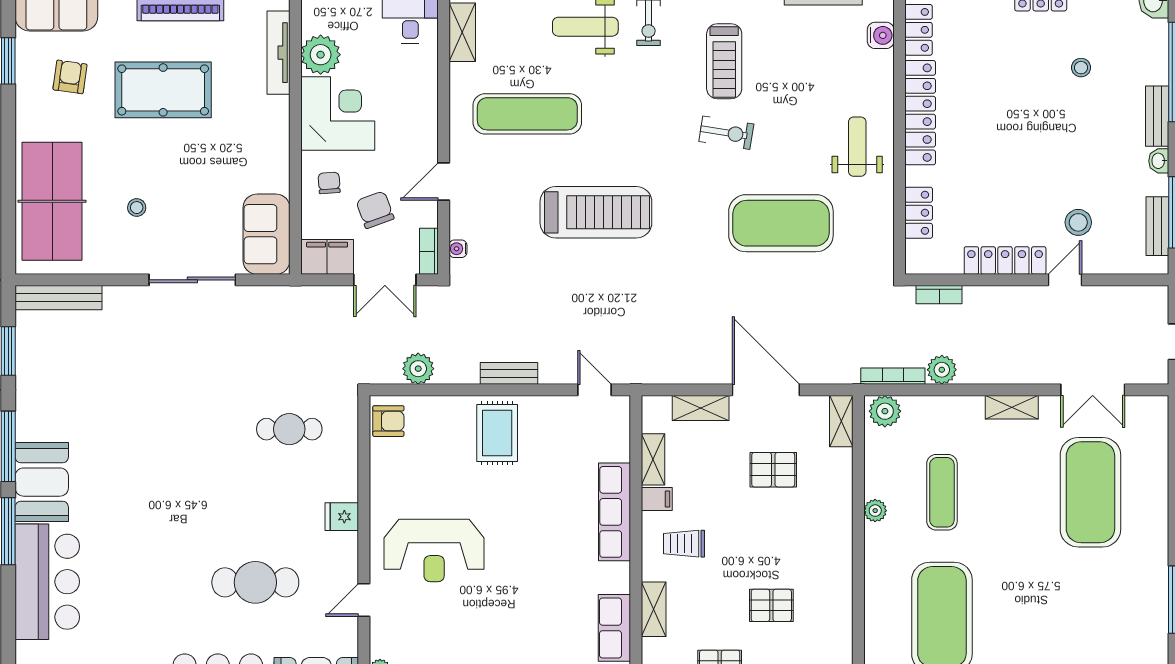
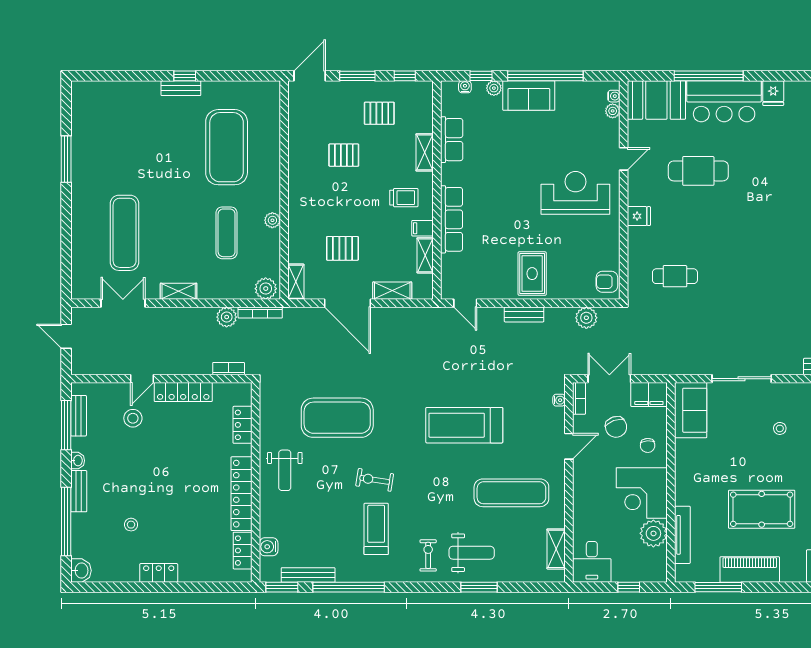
exercise mat: (1090, 492) -> (125, 233), width x0.68

